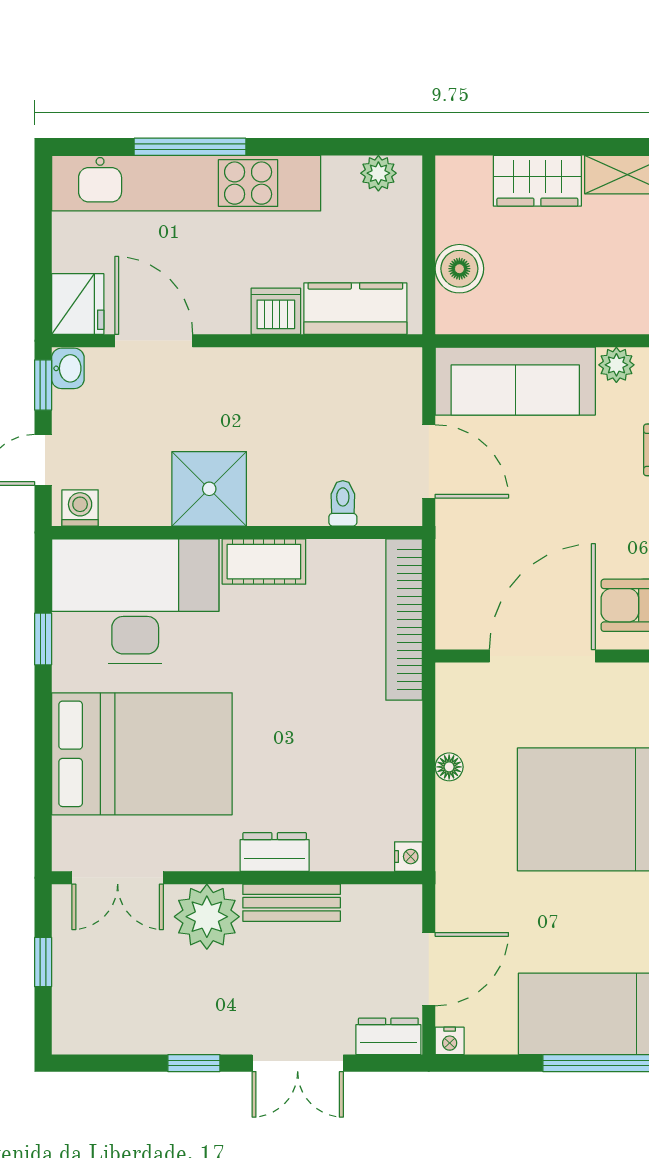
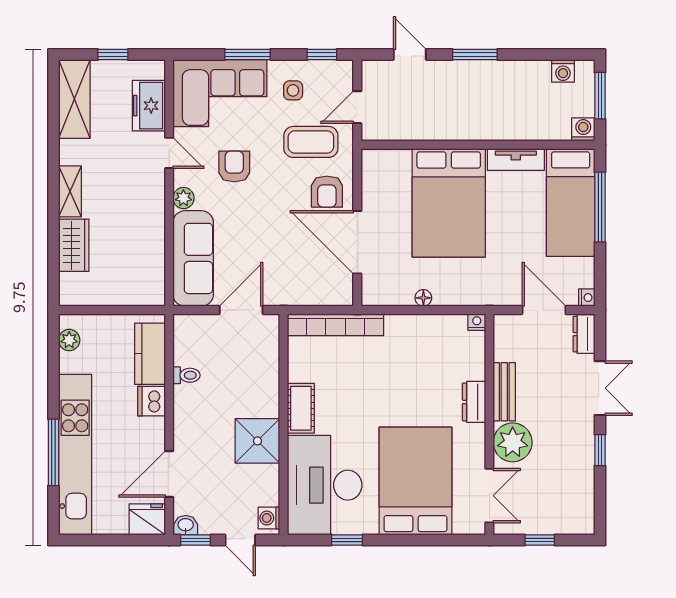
boiler: (459, 269) -> (126, 292), removed
toilet: (343, 503) -> (186, 375), moved, turned 180

